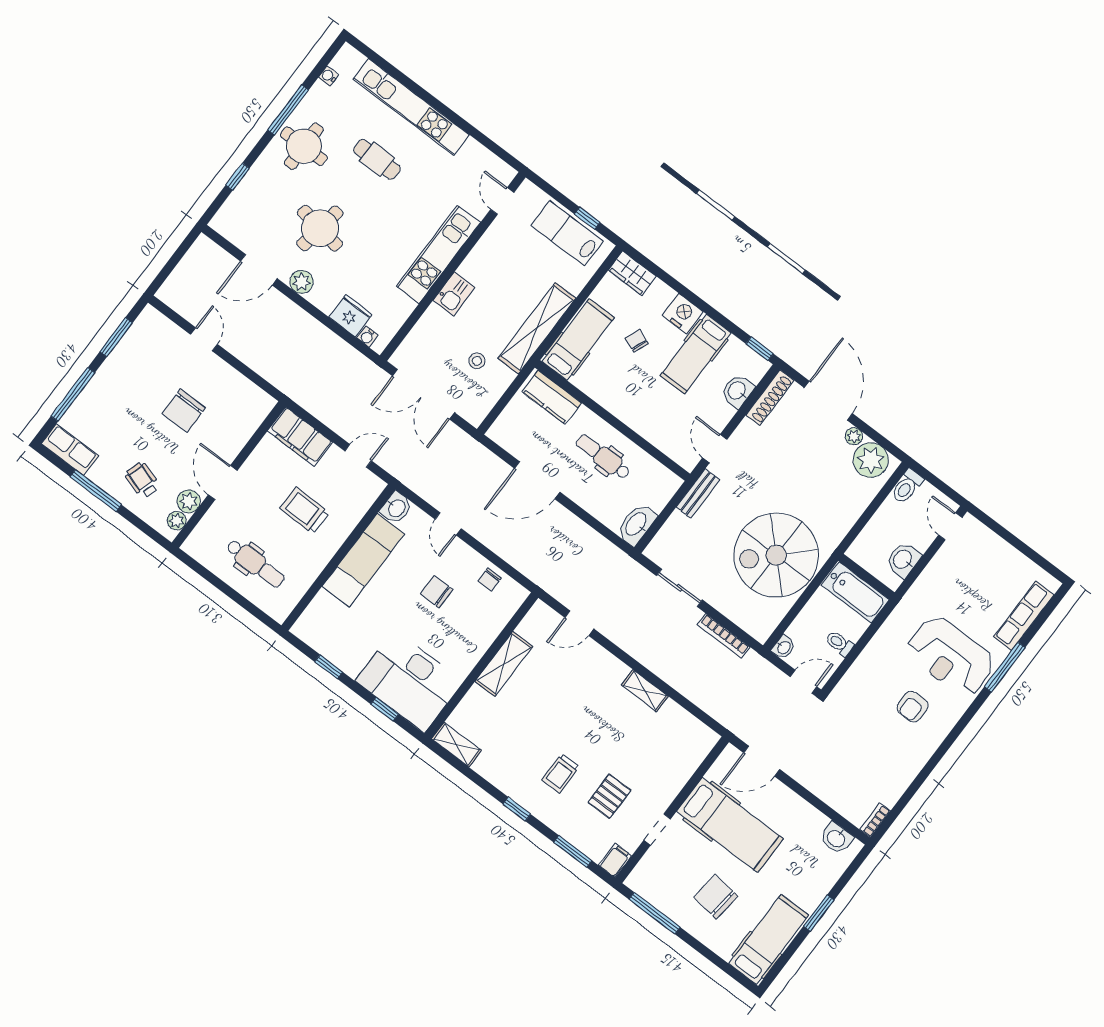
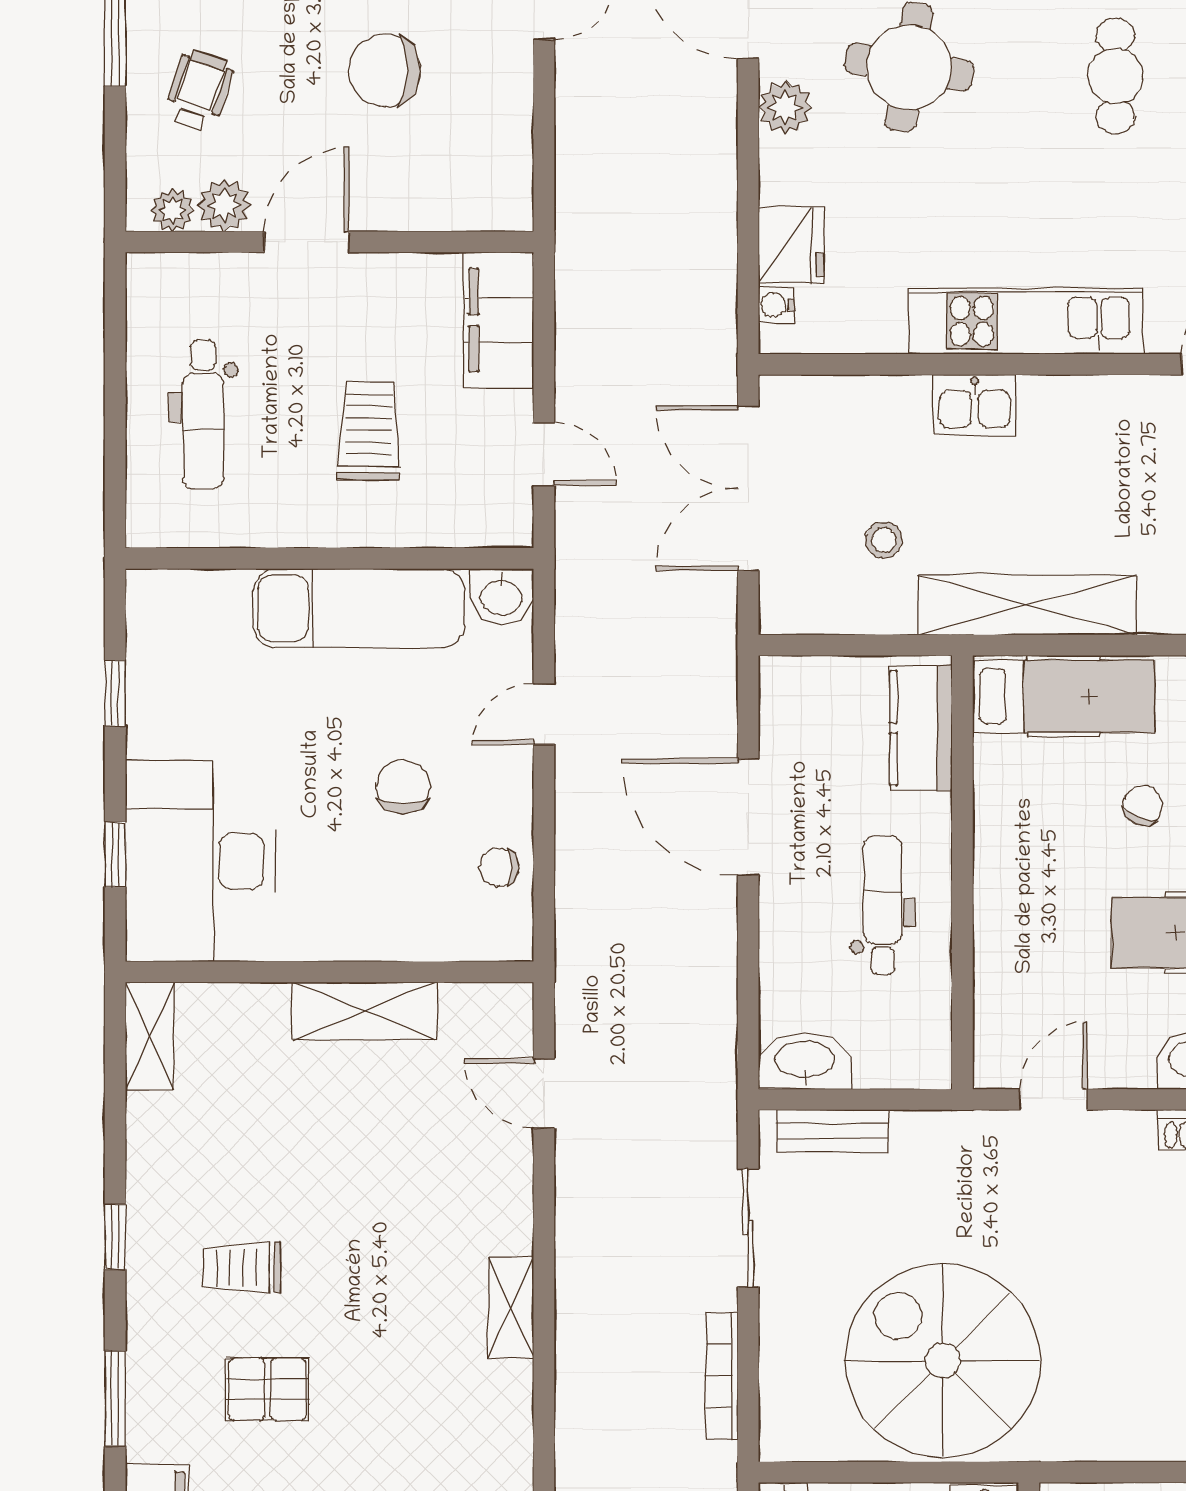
bench: (698, 494) -> (833, 1131), moved

